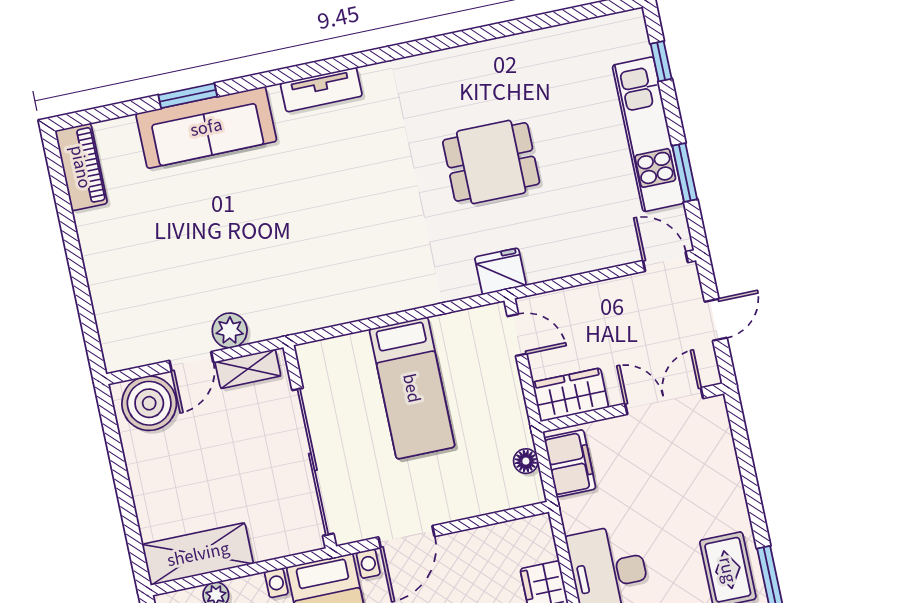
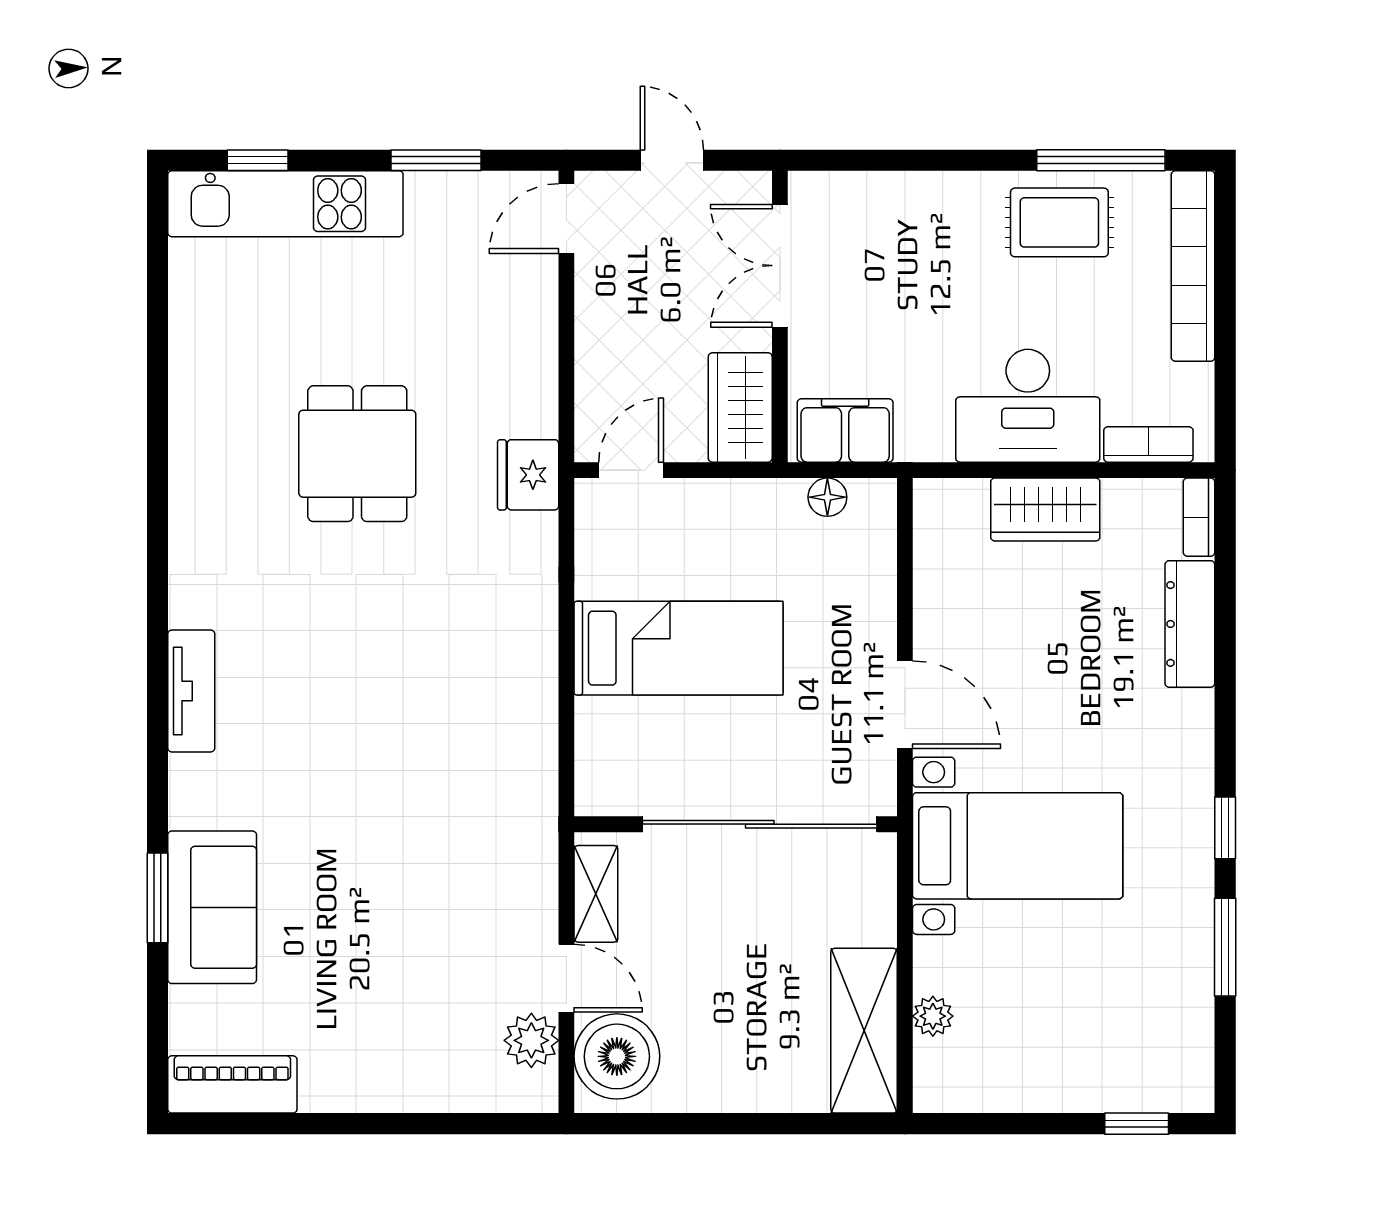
sofa: (206, 127) -> (212, 907), width x0.73
kitchen unit: (648, 134) -> (285, 204), moved
plant: (230, 330) -> (531, 1040), moved

